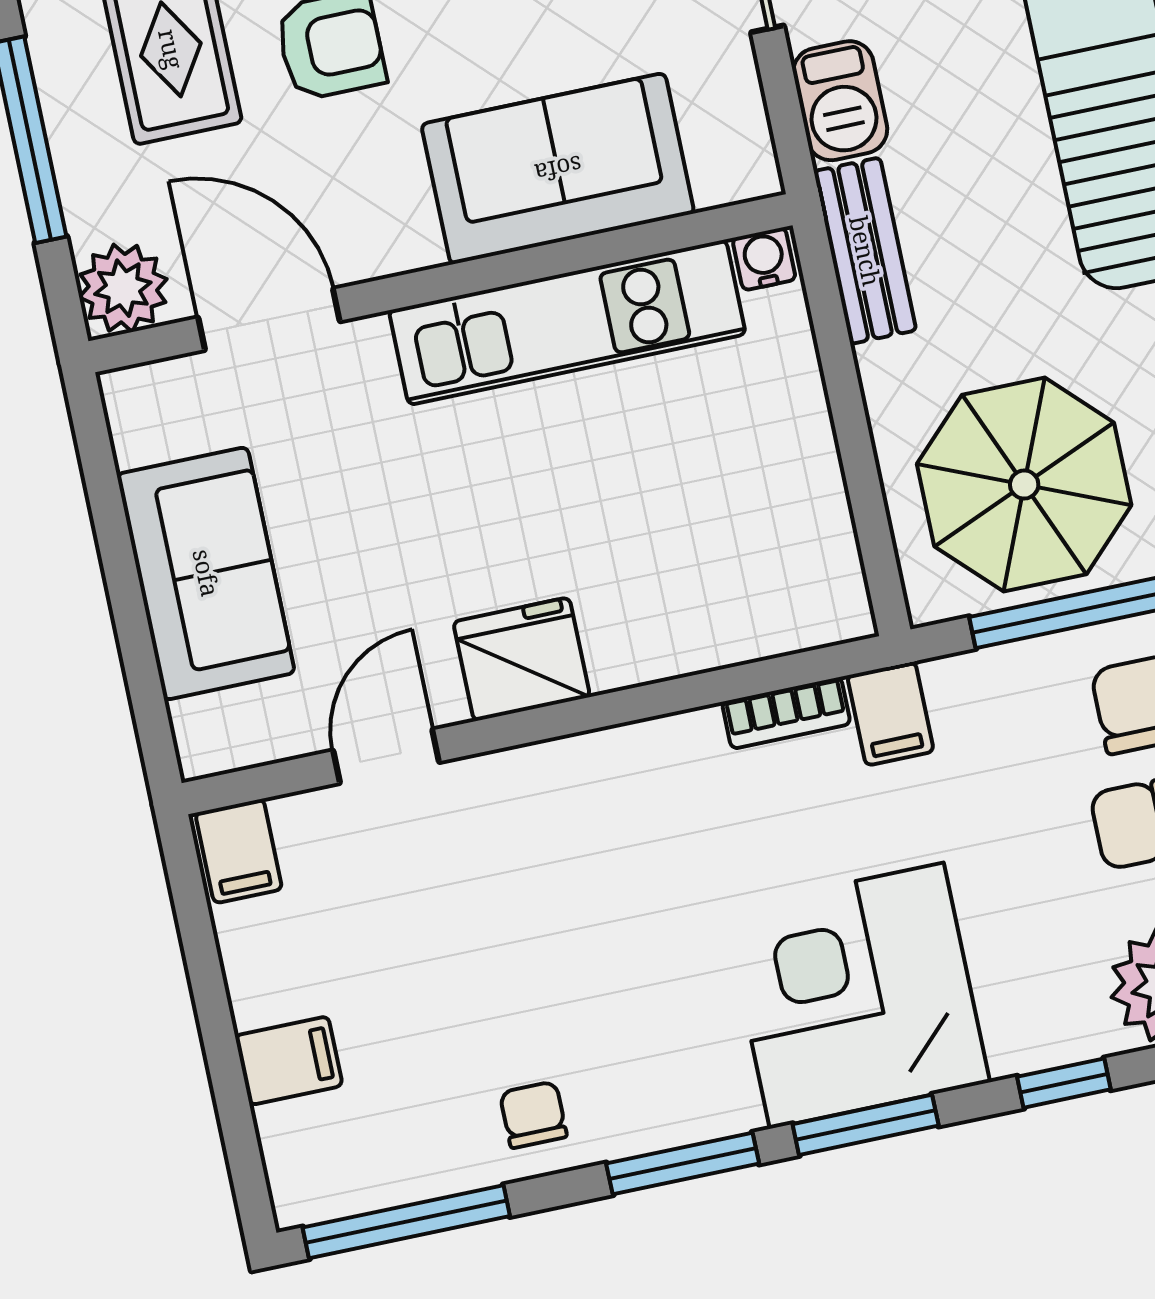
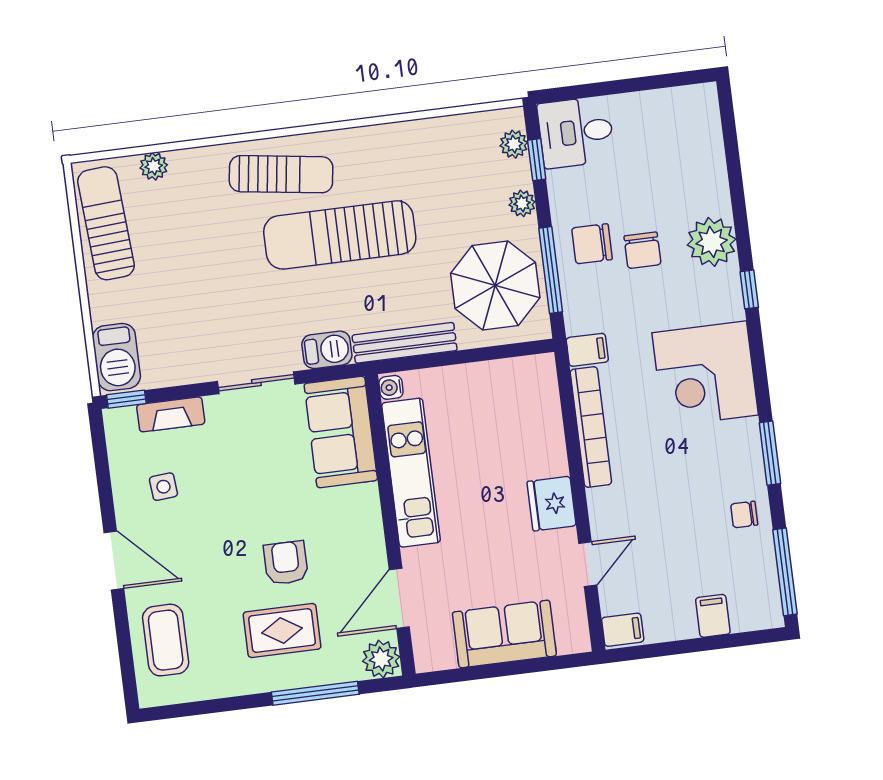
sofa: (558, 169) -> (341, 432), moved
bench: (865, 251) -> (405, 343), width x1.36
bookcase: (786, 713) -> (591, 427), width x2.31, depth x1.31
door: (386, 756) -> (588, 564), swing flipped
window: (866, 1125) -> (760, 375), removed

